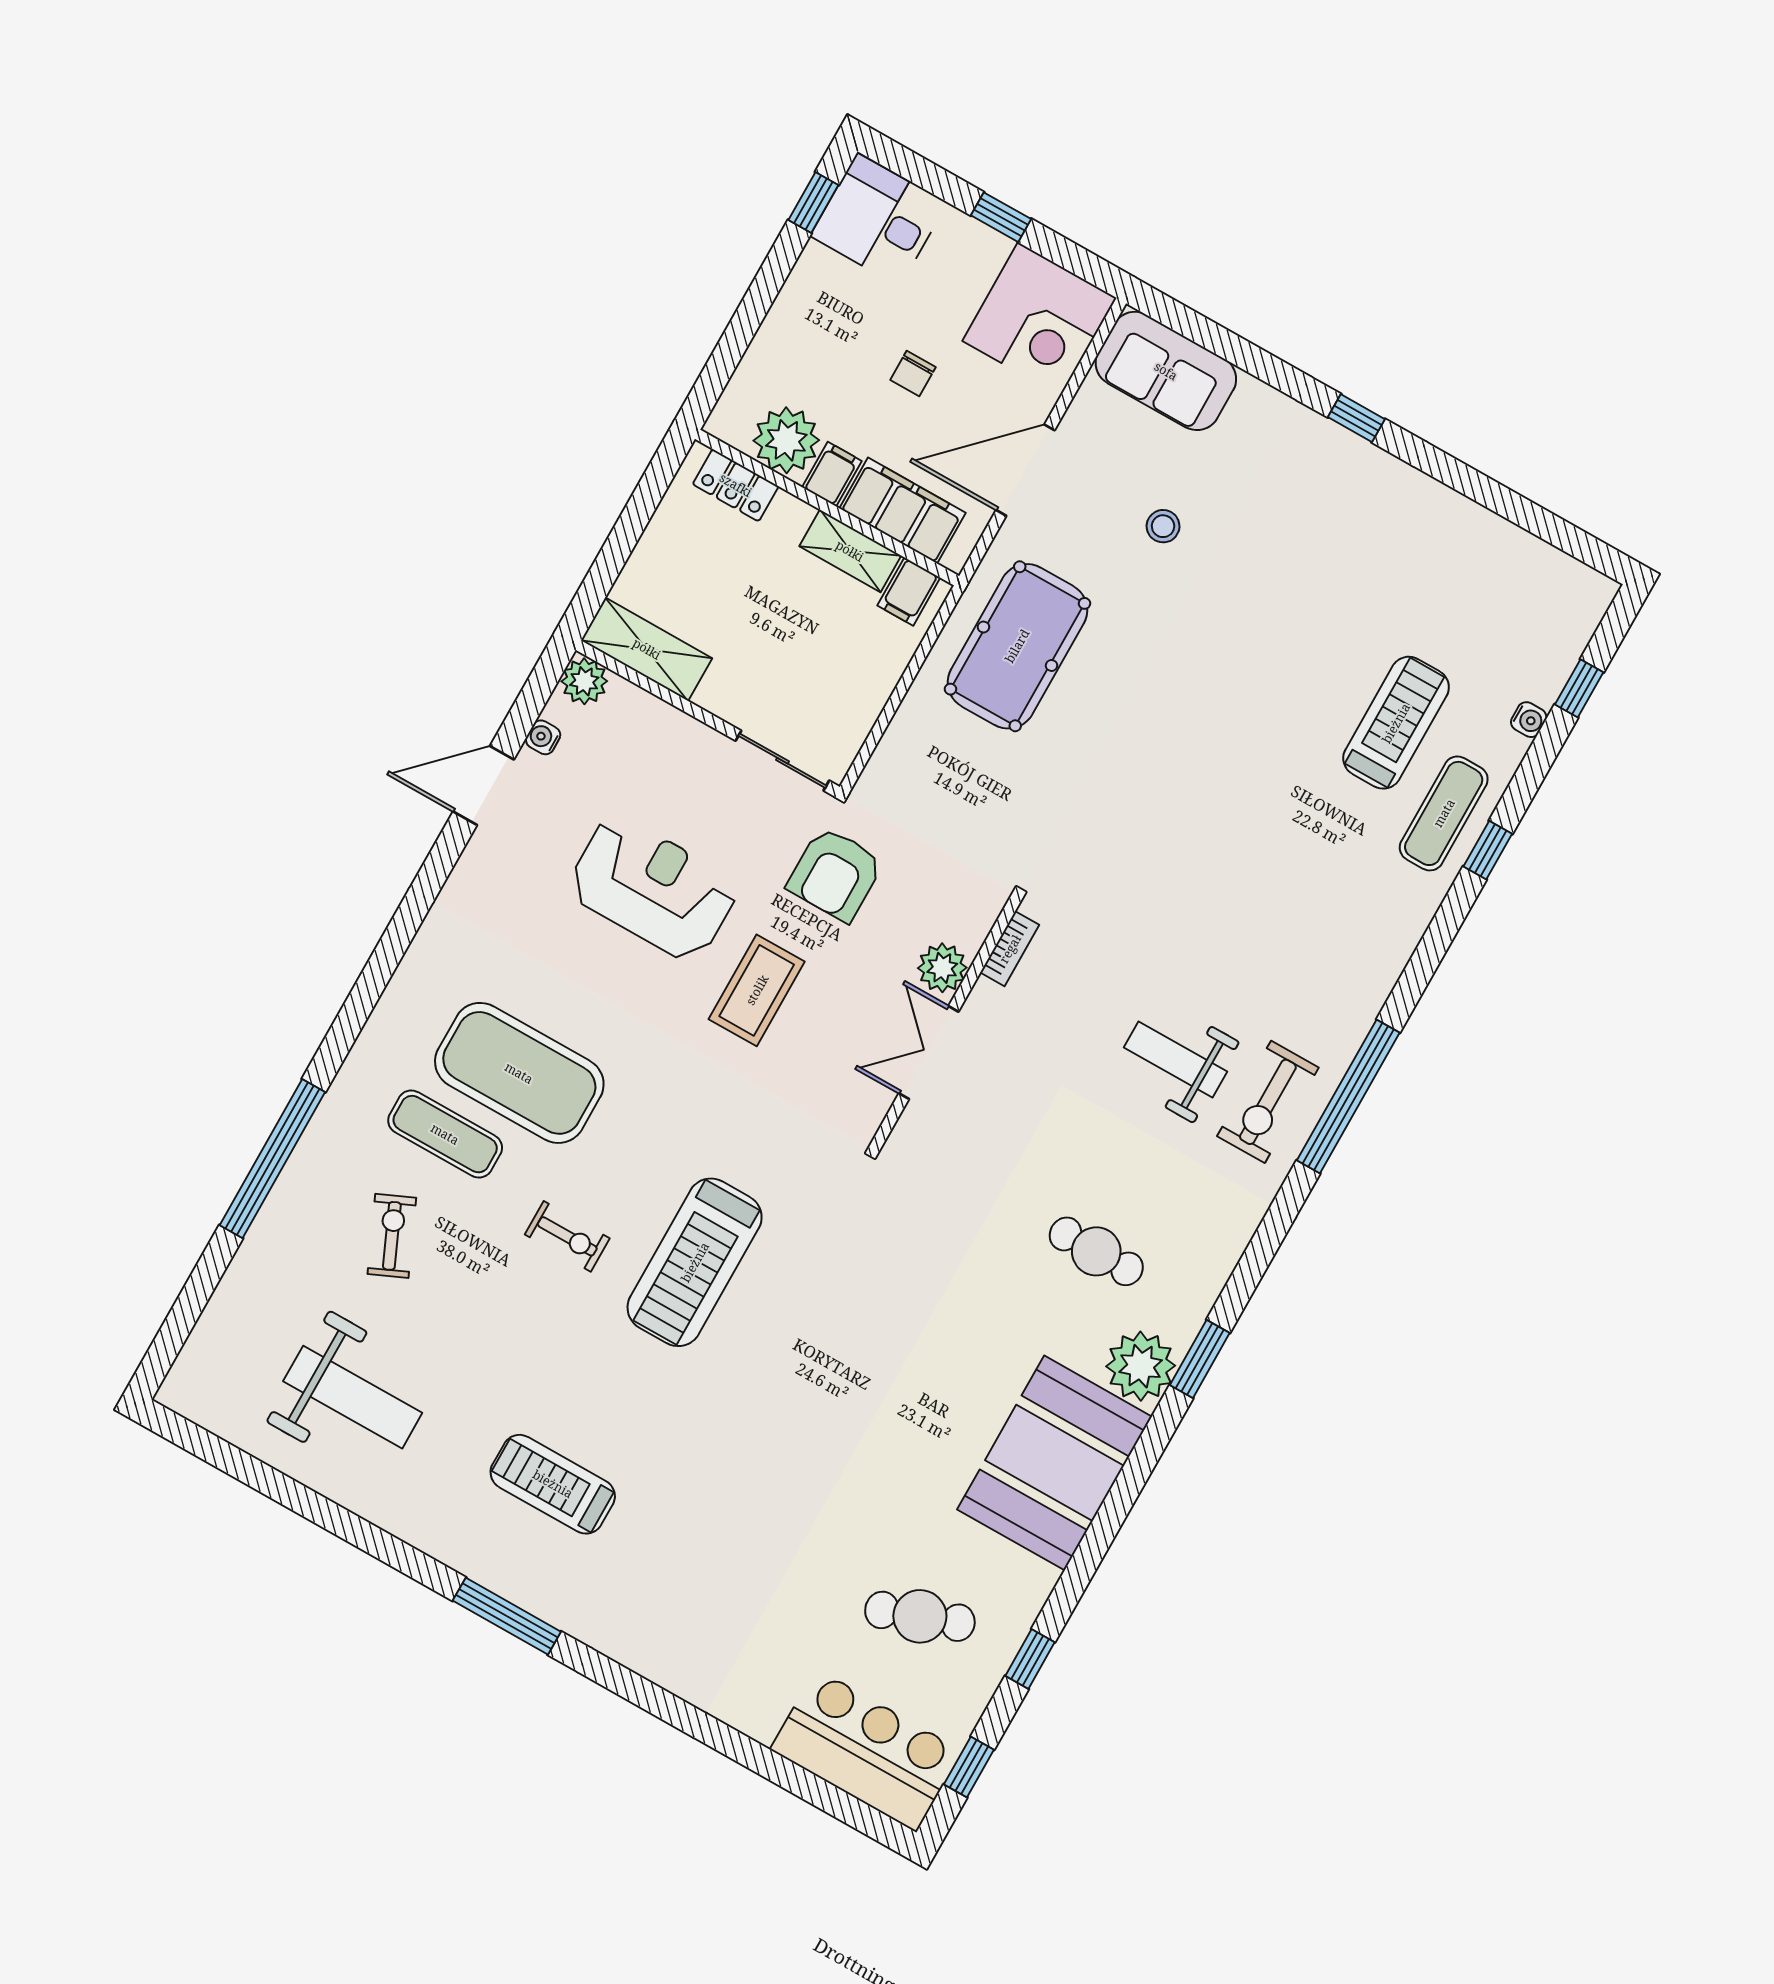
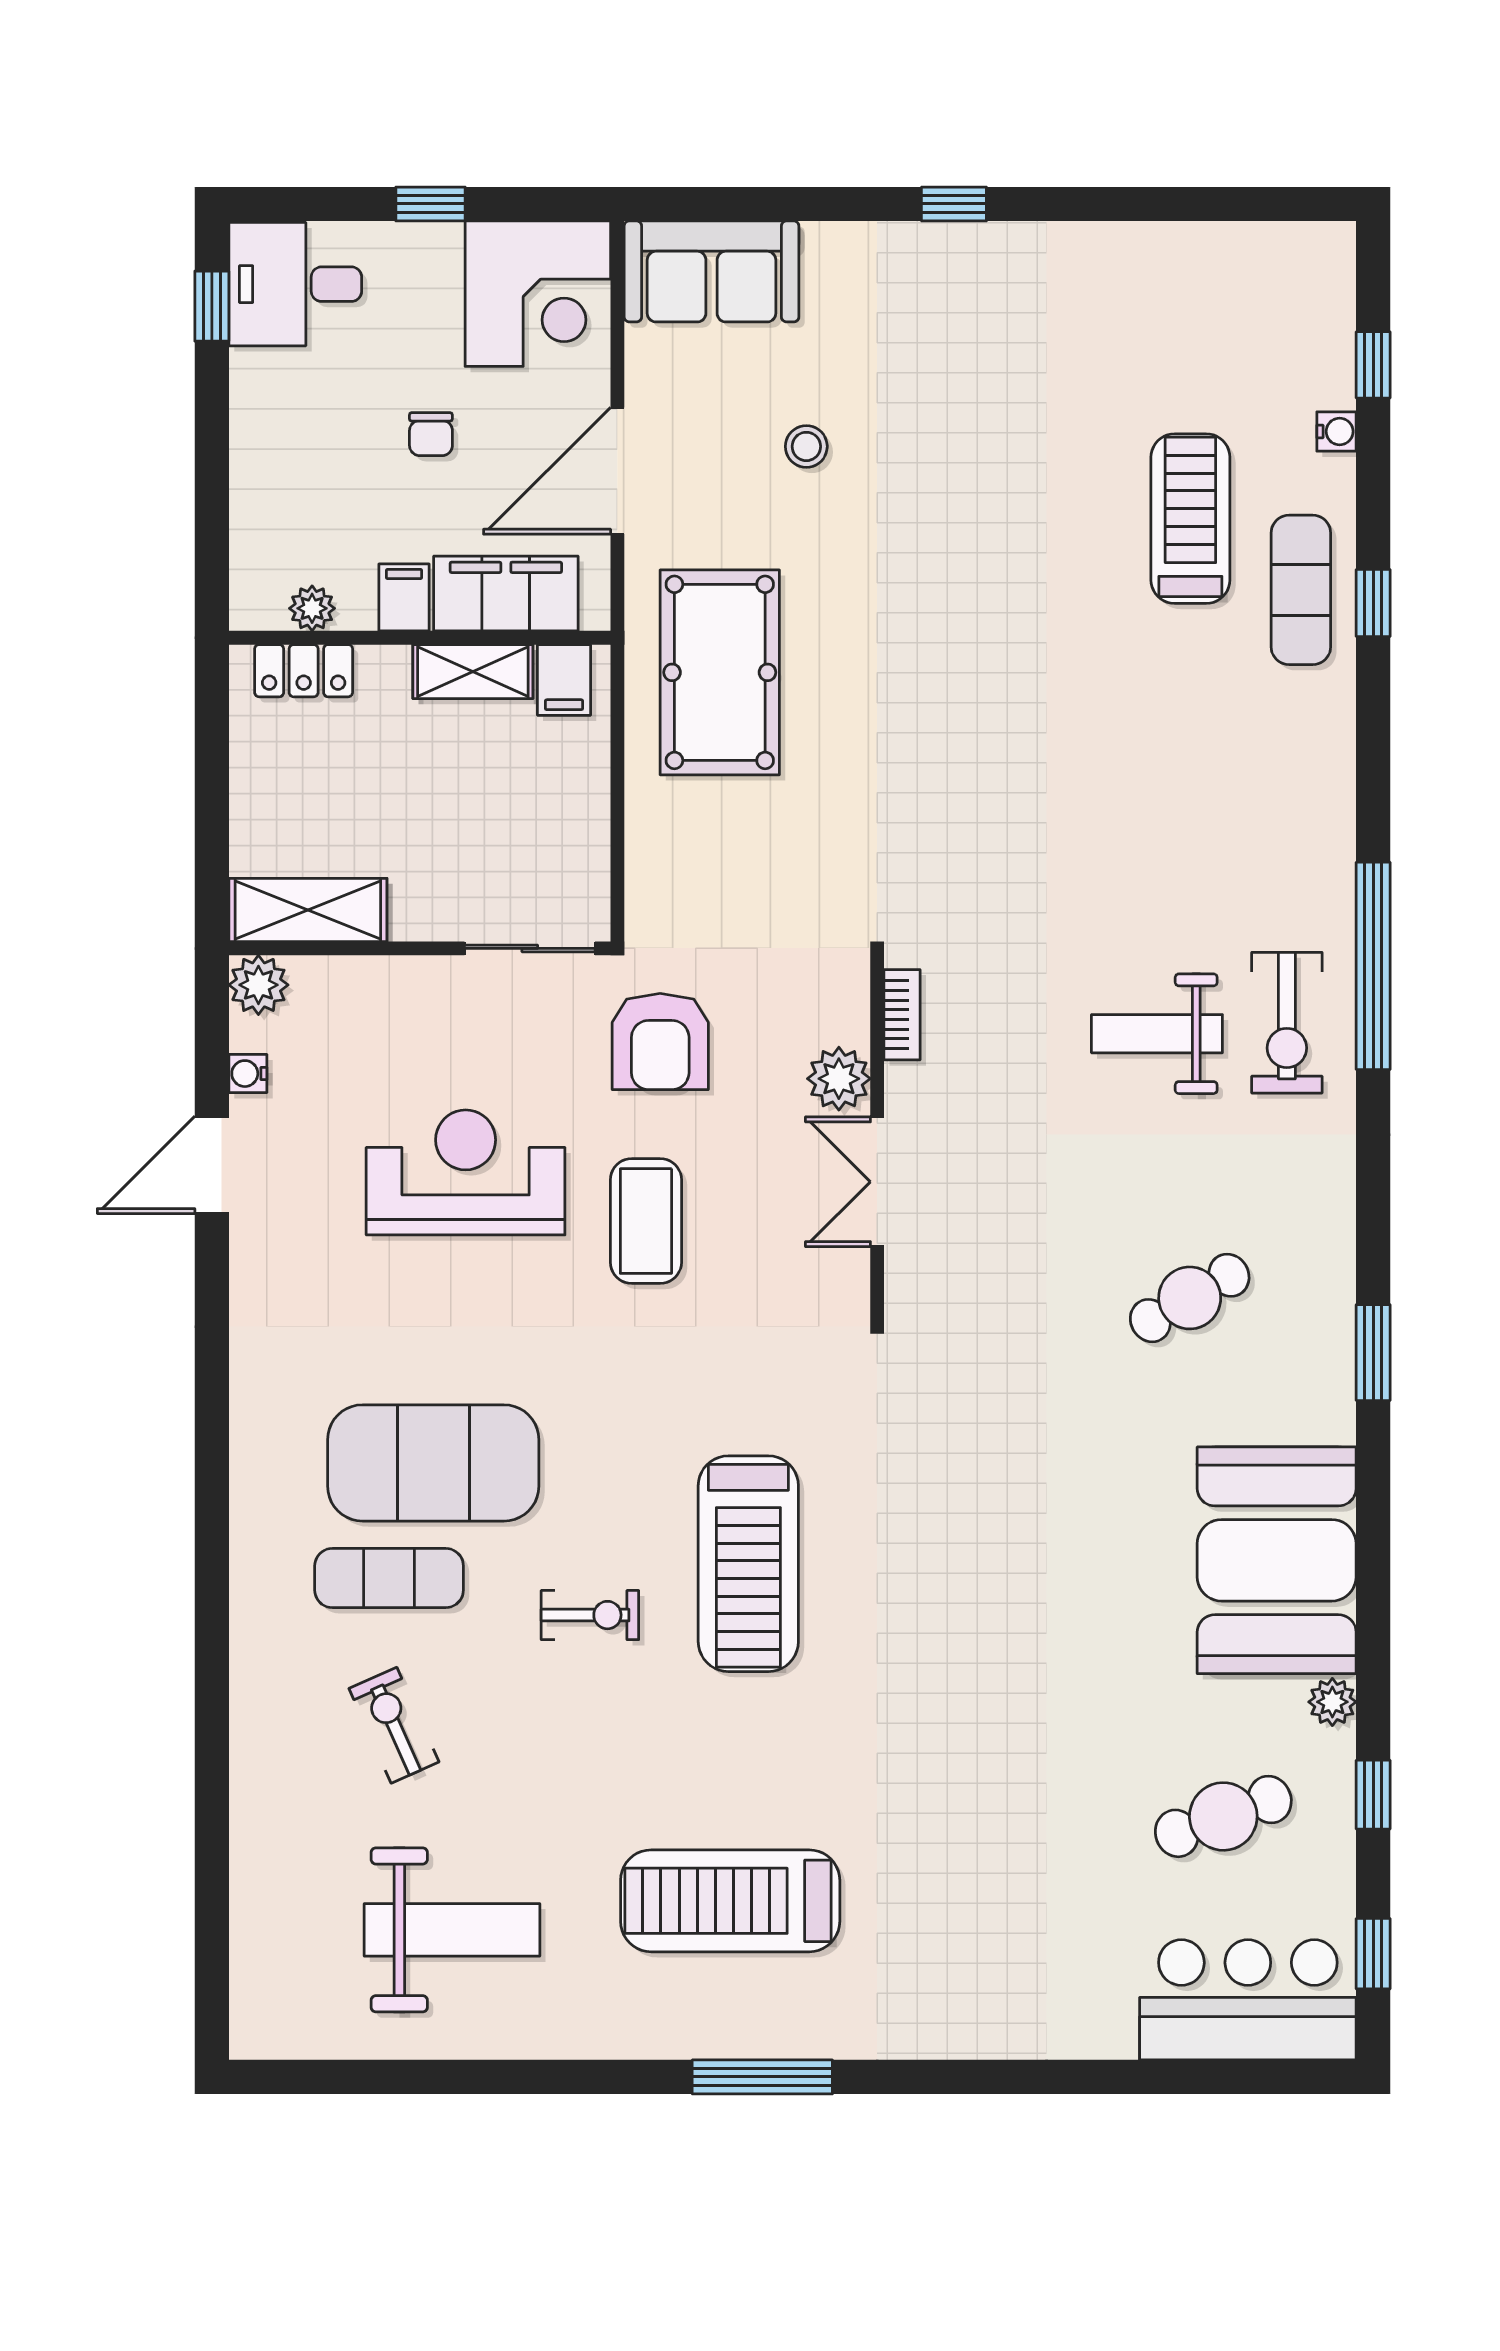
plant: (786, 440) -> (312, 608), width x0.53, depth x0.53
window: (272, 1159) -> (212, 1715), removed
cafe table: (1096, 1251) -> (1190, 1298), turned -30
plant: (1141, 1366) -> (1332, 1702), moved, width x0.53, depth x0.53
treadmill: (553, 1484) -> (730, 1901), width x1.37, depth x1.38

